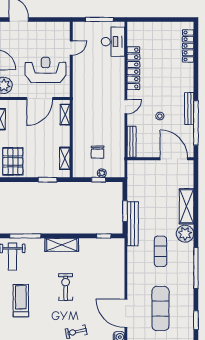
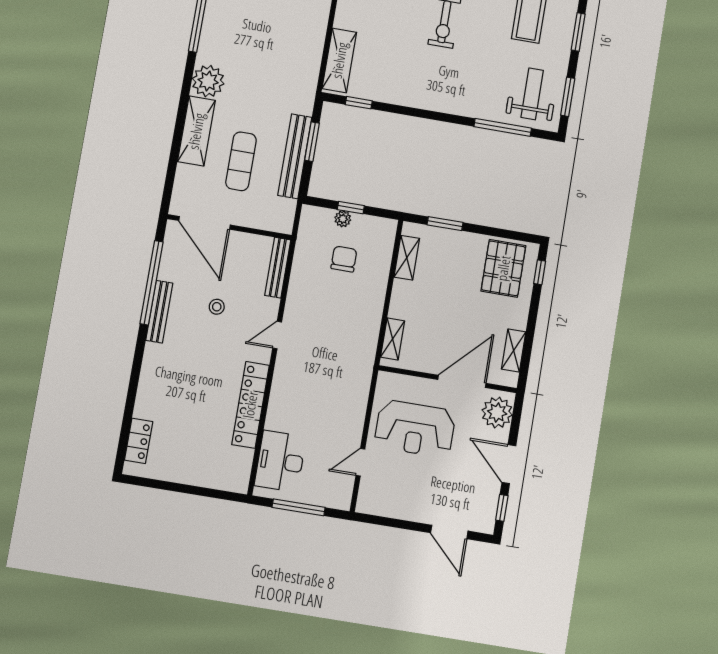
locker: (188, 46) -> (139, 441), width x0.66
door: (40, 98) -> (462, 381), moved
bench: (133, 224) -> (295, 156), moved
shelving: (62, 245) -> (339, 60), moved, turned 90
exercise mat: (160, 251) -> (241, 161), moved

